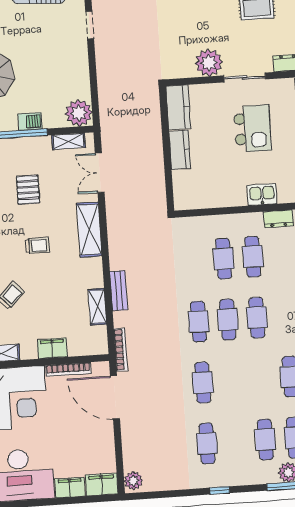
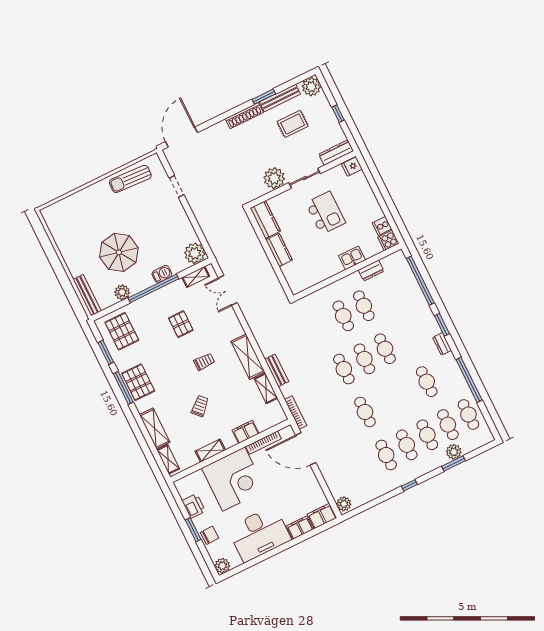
shelving: (89, 230) -> (248, 357), moved
cafe table: (236, 442) -> (407, 445), added

